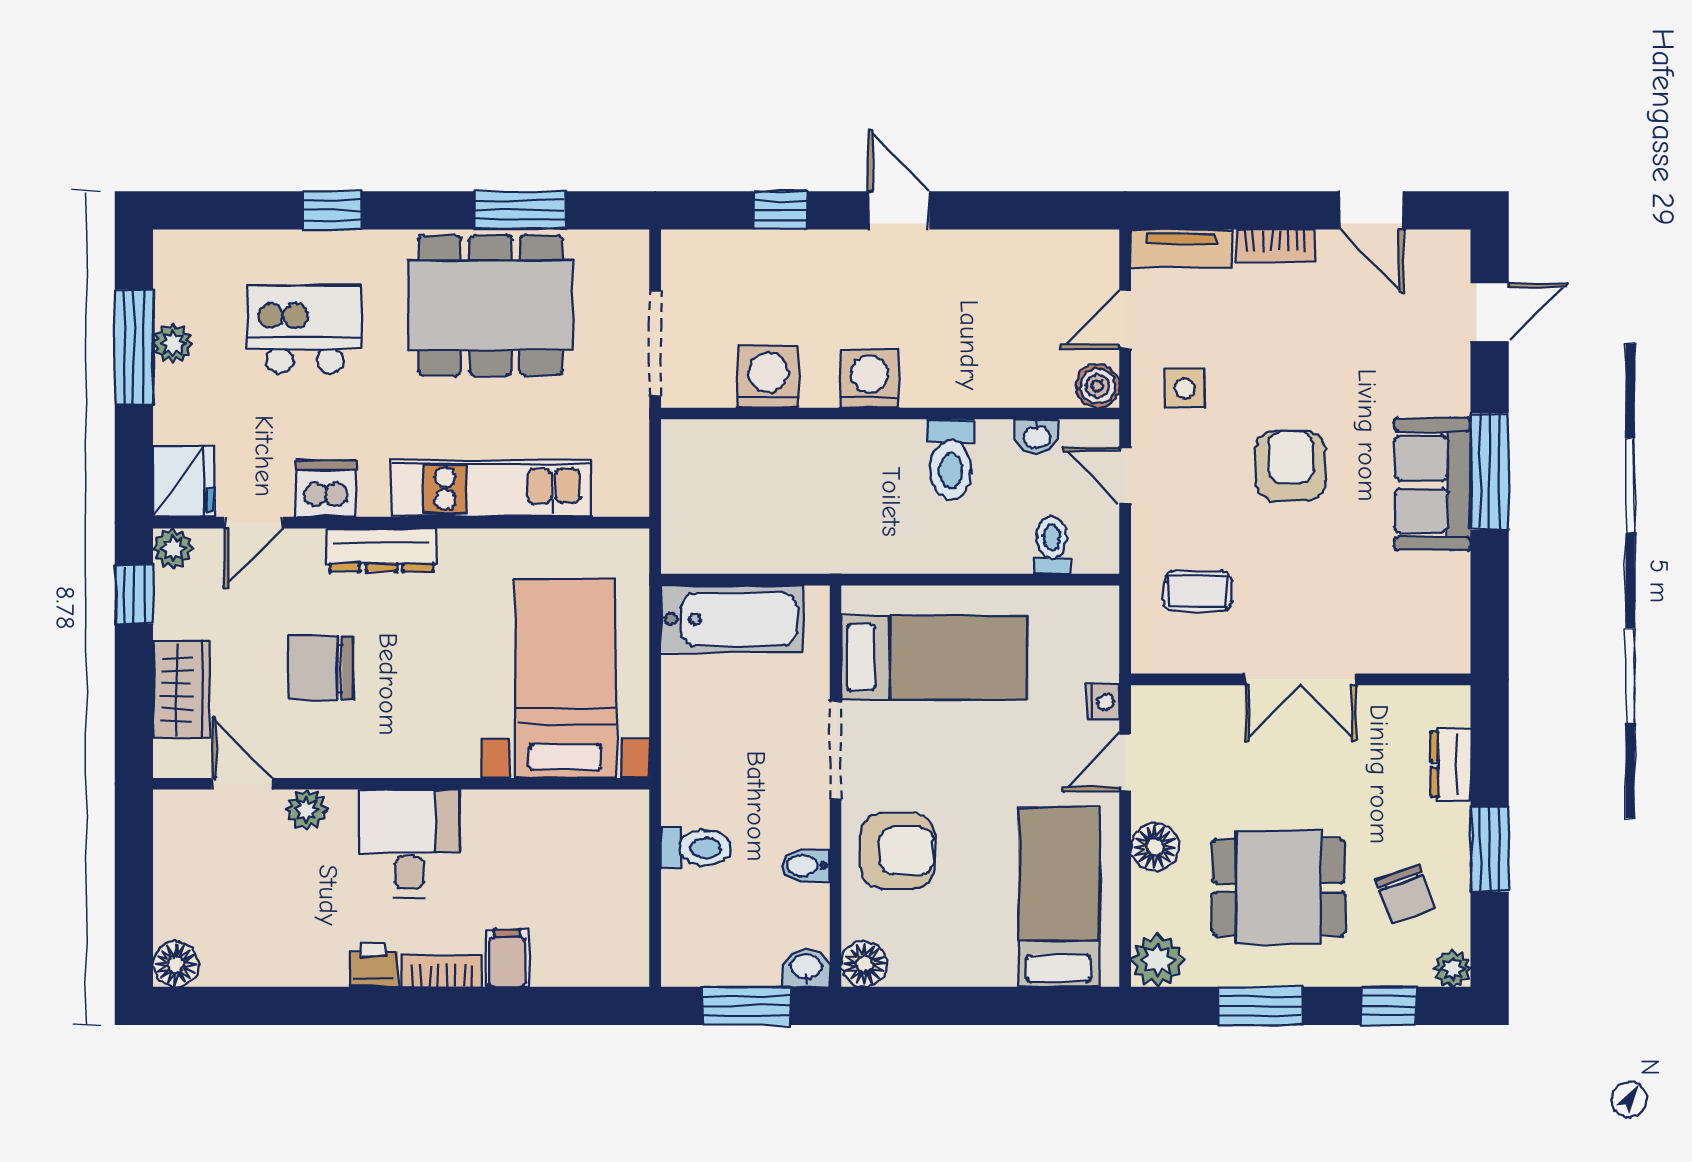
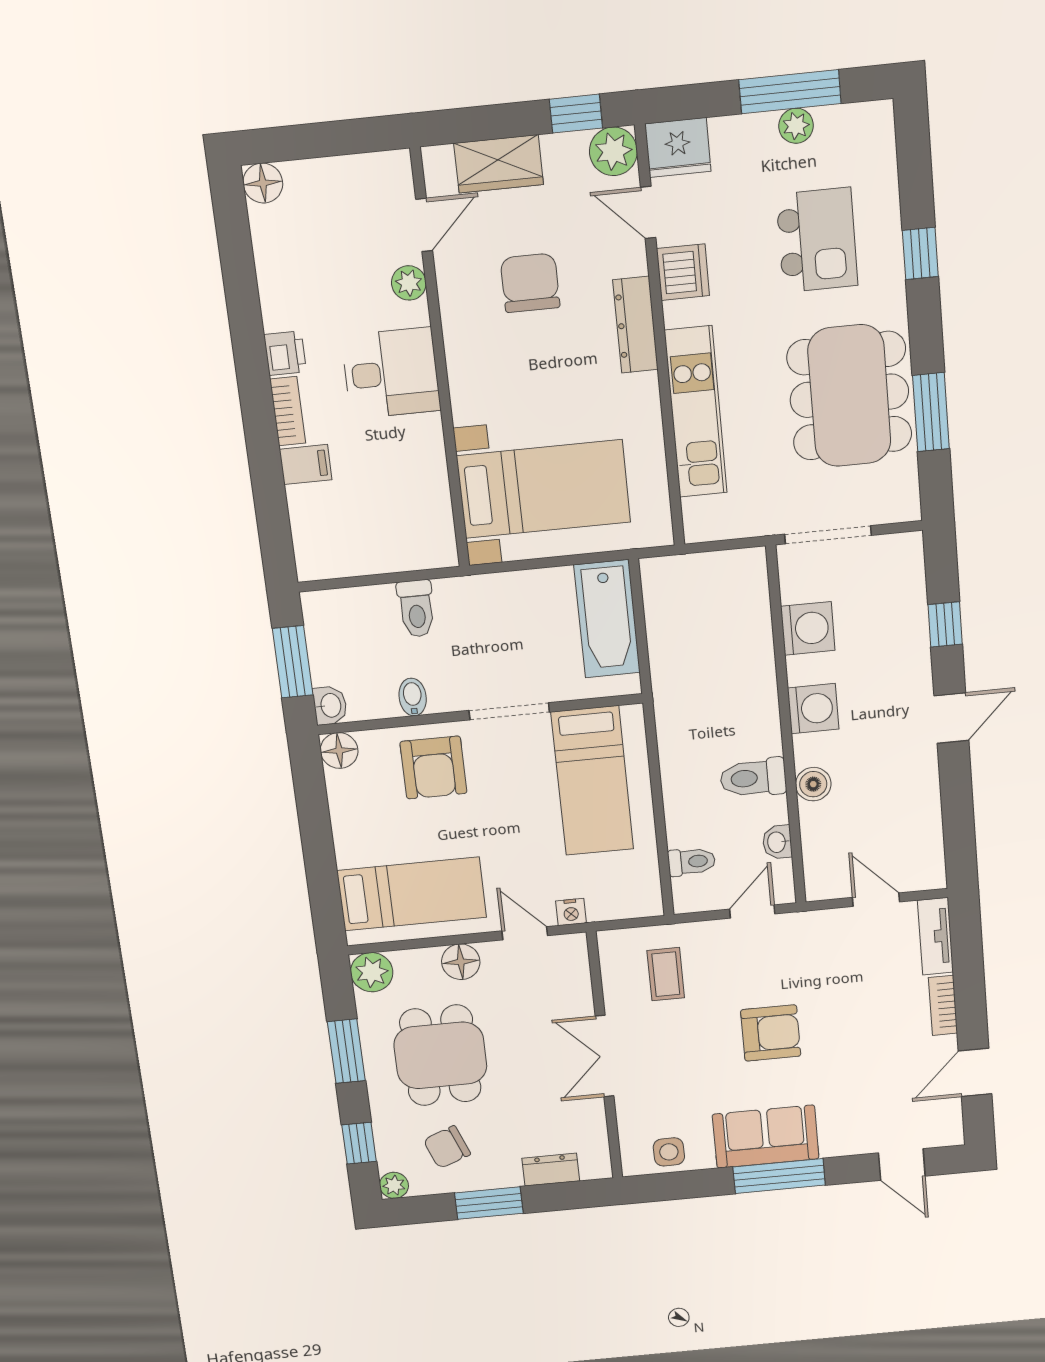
boiler: (1098, 386) -> (813, 784), moved
side table: (1185, 388) -> (669, 1152), moved
plant: (173, 548) -> (613, 151), width x1.38, depth x1.38

